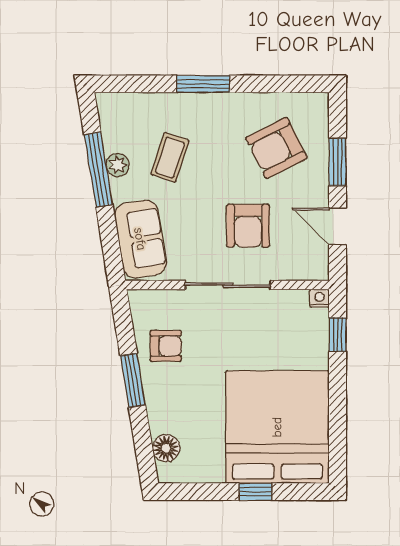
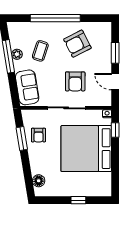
window: (204, 84) -> (55, 18), width x2.11
armchair: (277, 148) -> (77, 44), moved
armchair: (166, 346) -> (38, 135), turned 90
window: (133, 380) -> (22, 139), moved
bed: (277, 427) -> (86, 149), moved, turned -90

